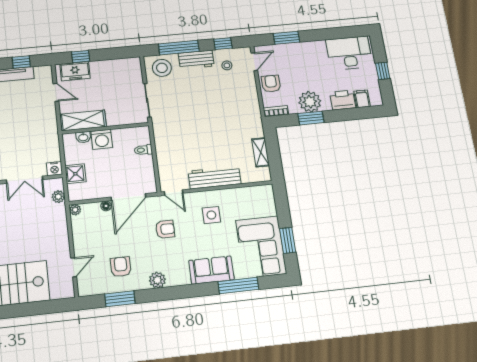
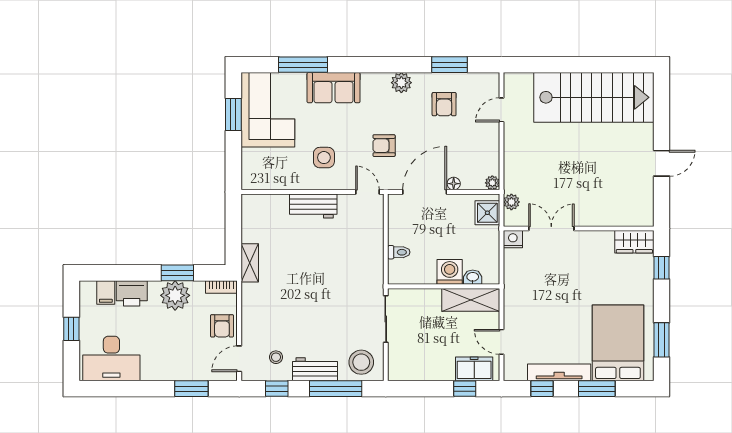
shelving: (261, 152) -> (250, 263), moved
shower: (75, 174) -> (487, 213), moved
workbench: (215, 177) -> (313, 206), width x0.73

